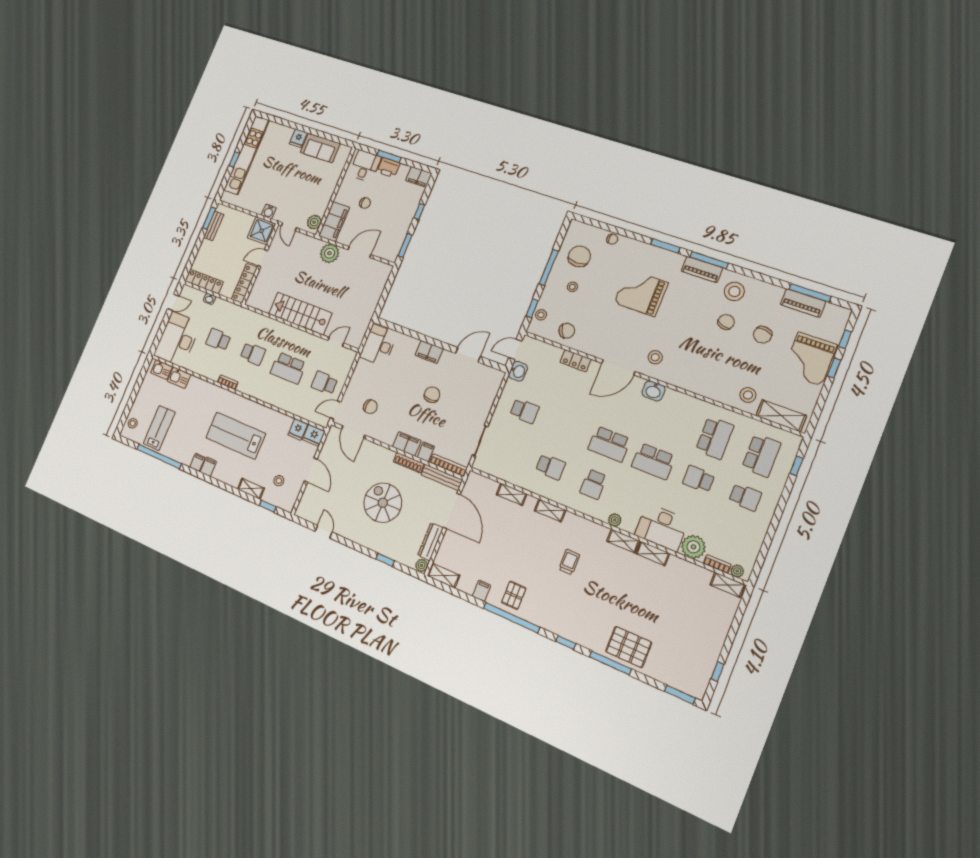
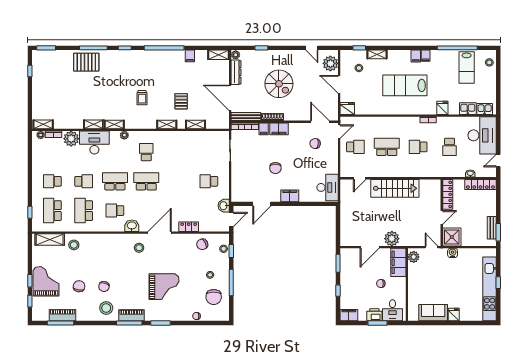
school desk: (218, 340) -> (450, 147), turned 90
fridge: (298, 429) -> (442, 108), moved
lab bench: (236, 436) -> (405, 85), turned 180
school desk: (551, 467) -> (115, 211), moved
plant: (310, 501) -> (330, 63), added
pallet: (514, 595) -> (181, 101), moved

